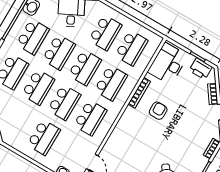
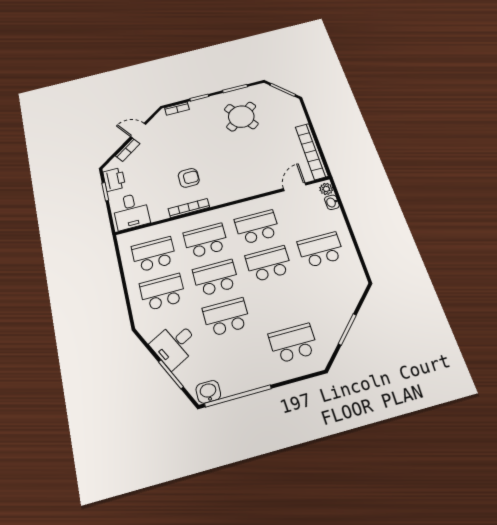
school desk: (33, 37) -> (237, 358), removed
desk: (168, 64) -> (131, 211), width x0.73
school desk: (38, 87) -> (280, 302), removed
armchair: (158, 111) -> (189, 178), turned 180

